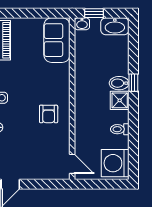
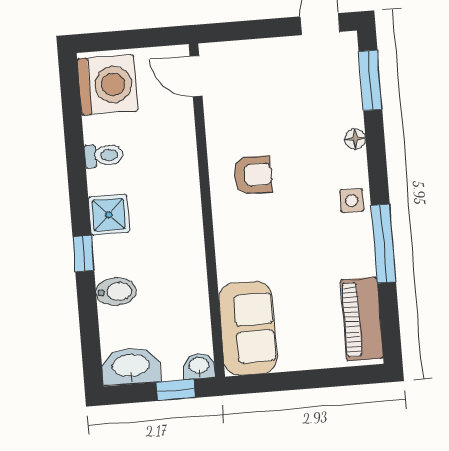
bidet: (119, 83) -> (116, 292), moved
armchair: (49, 114) -> (253, 175), turned 90

